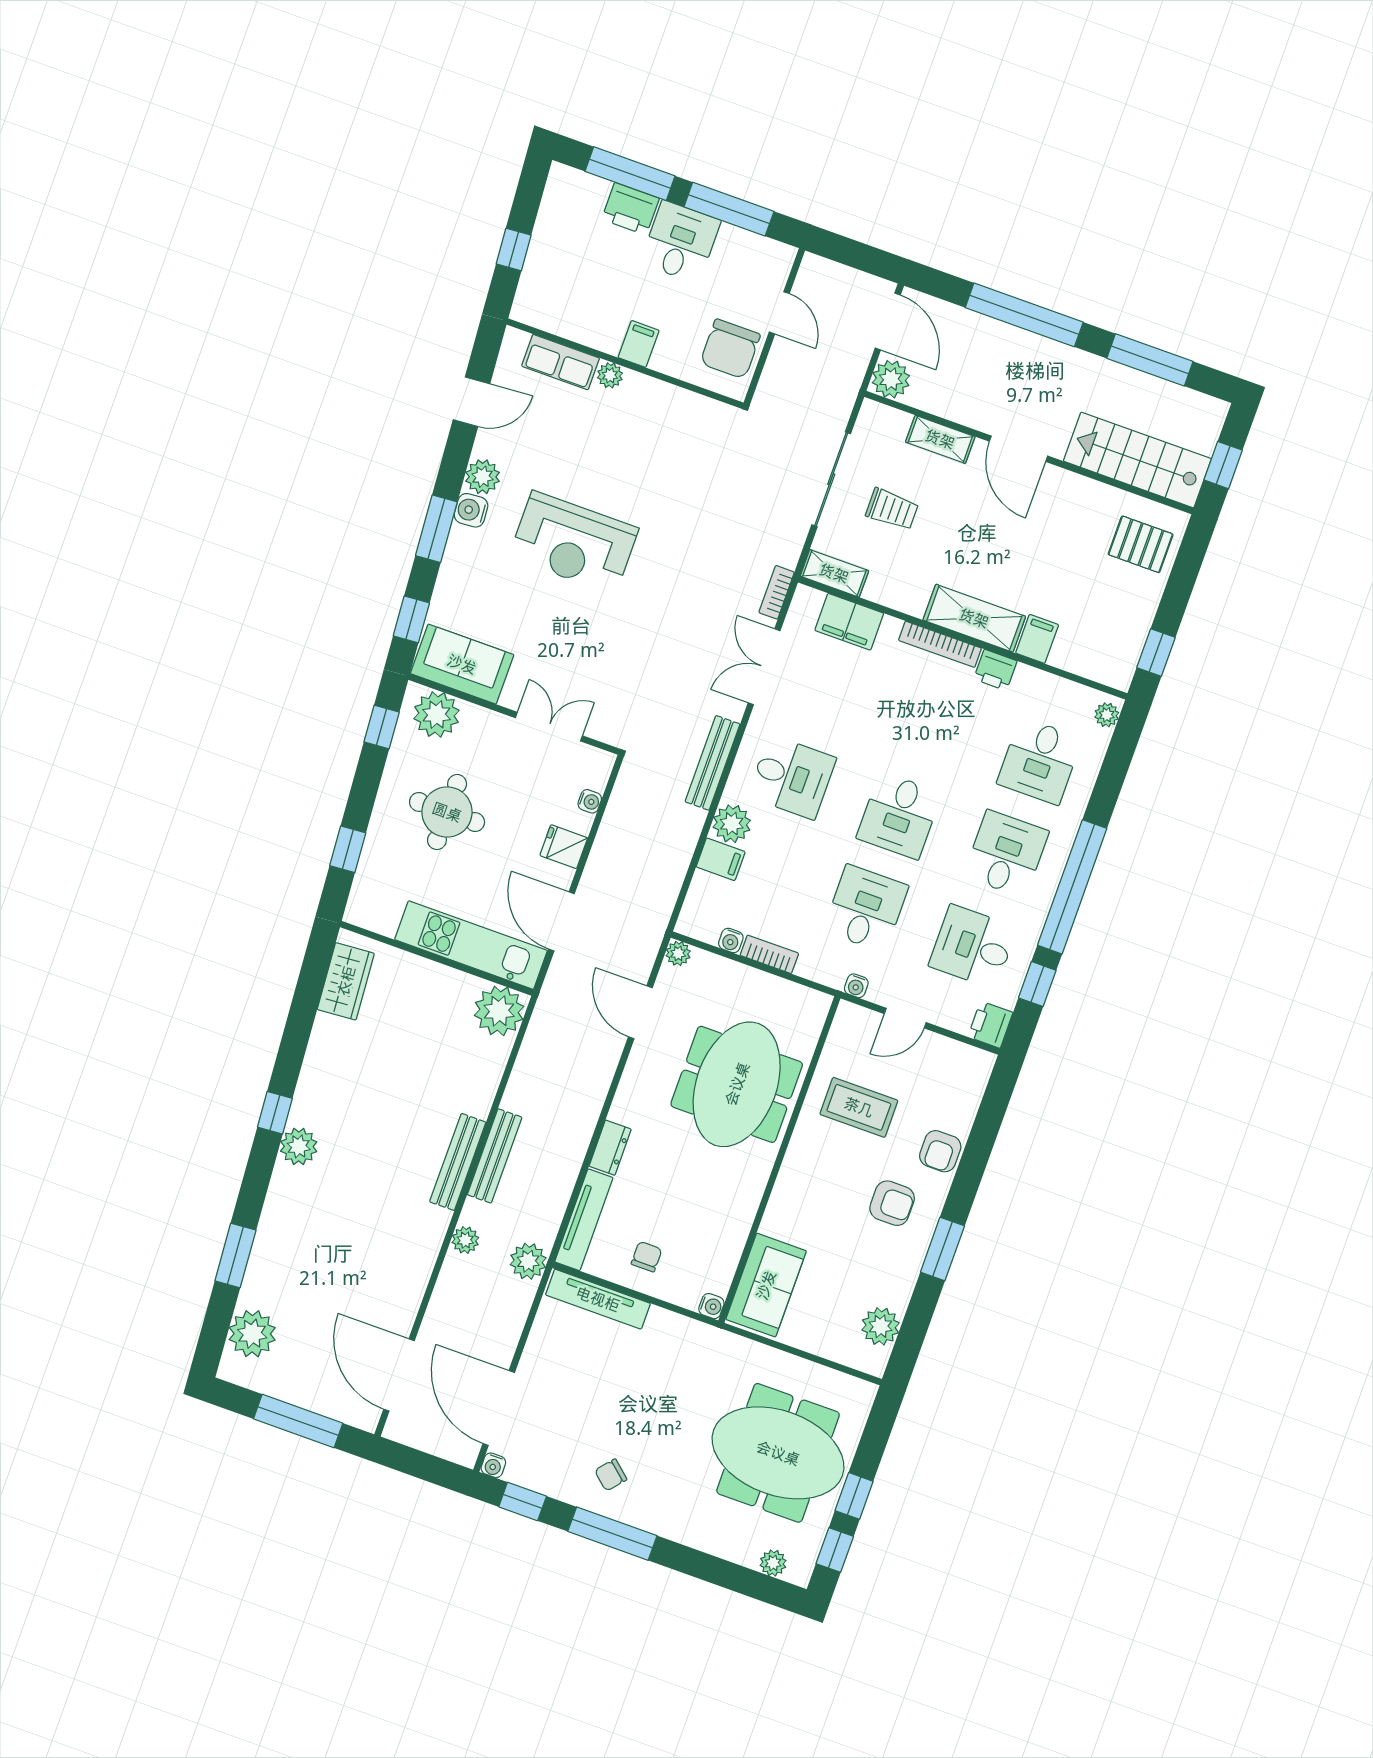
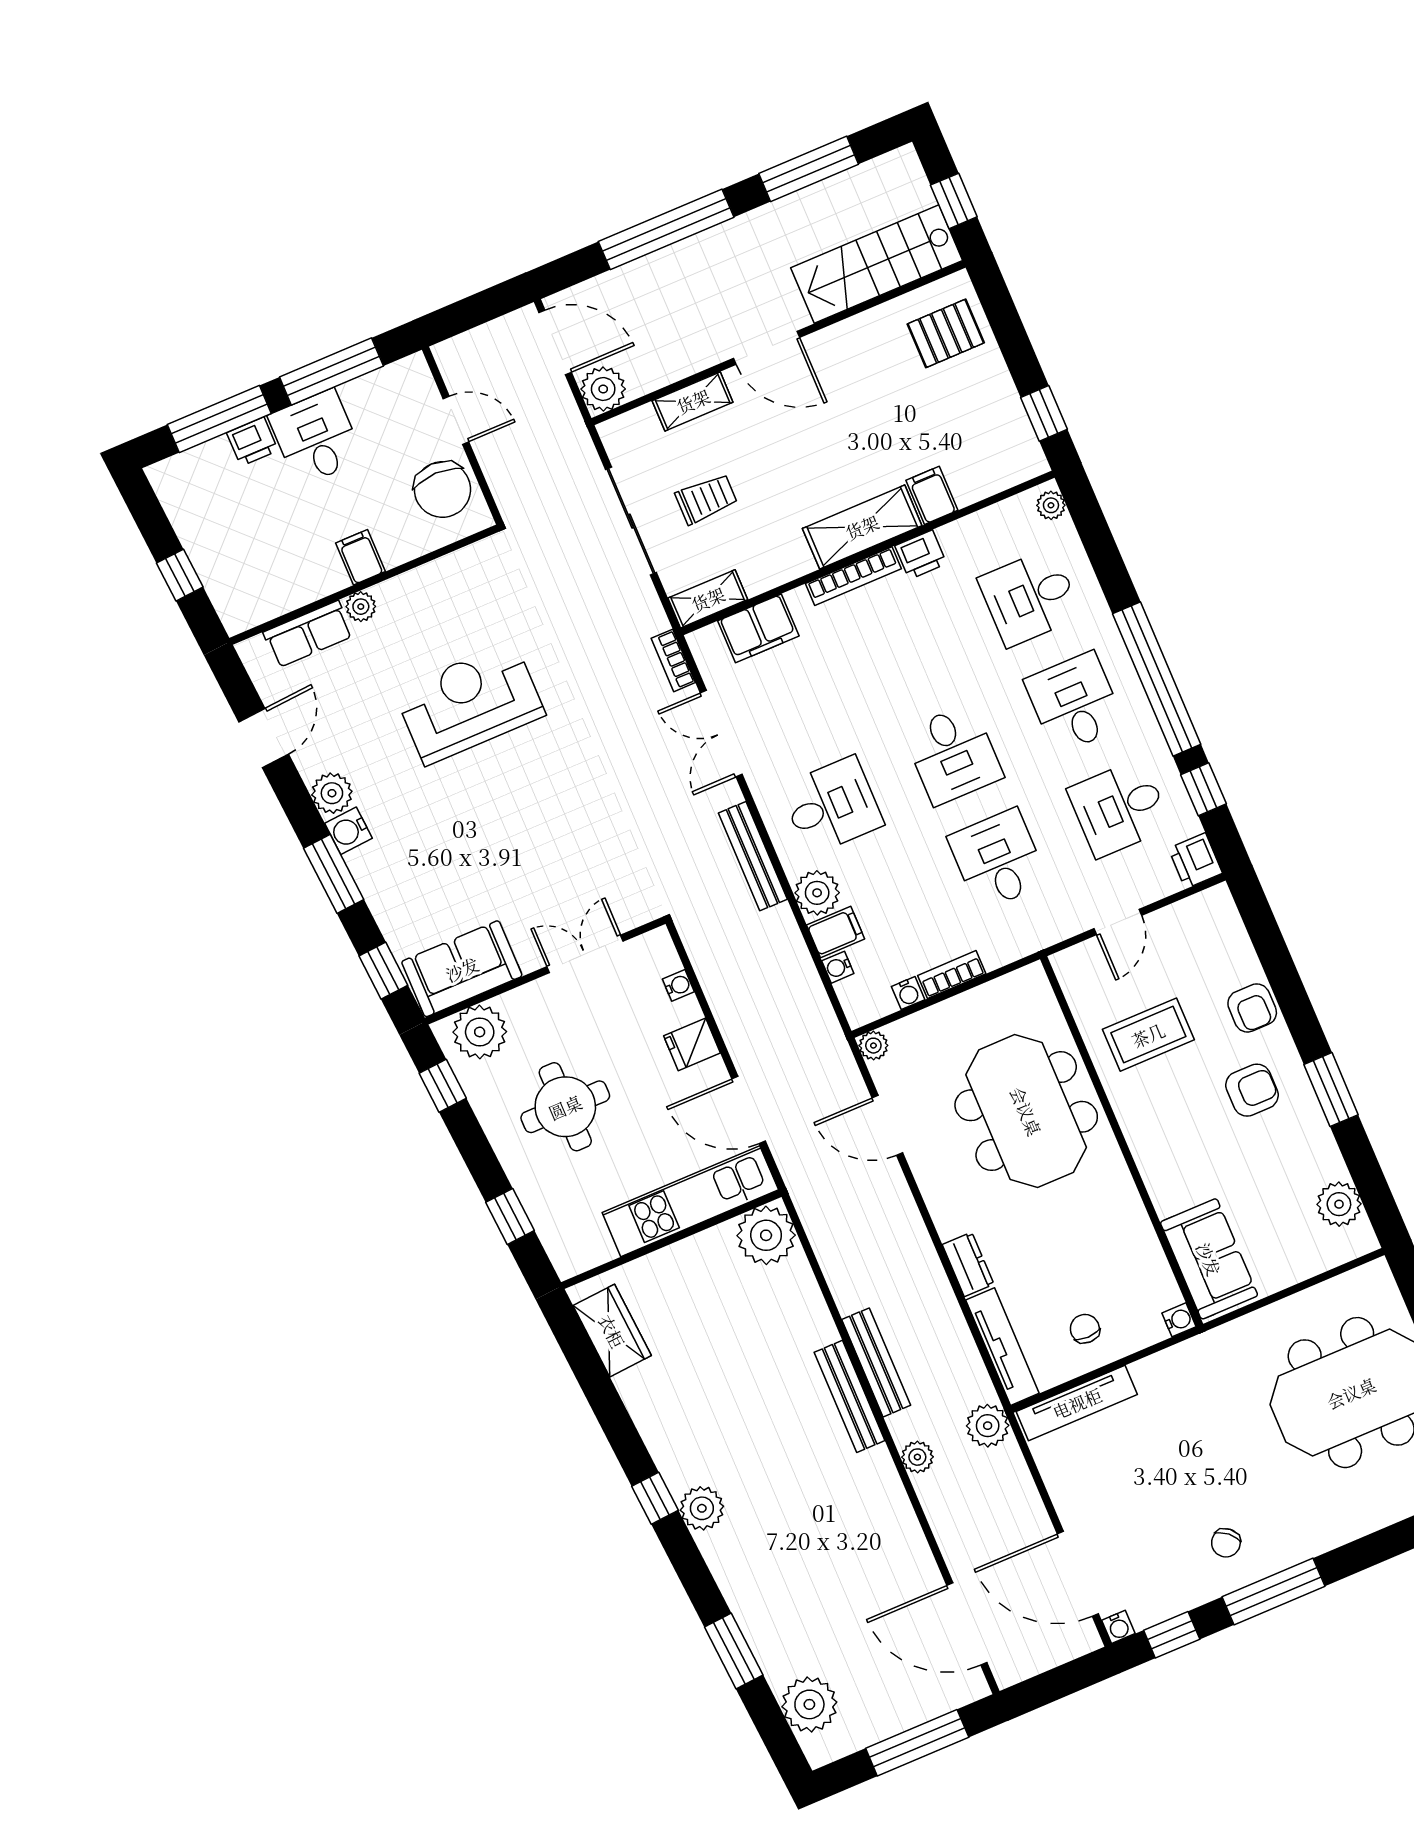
printer: (630, 209) -> (252, 442), width x0.73, depth x0.81
reception desk: (574, 543) -> (470, 703), moved, turned 180
desk: (1039, 761) -> (1030, 597), turned 90
water cooler: (856, 986) -> (838, 967), moved, turned 90

